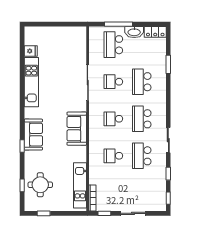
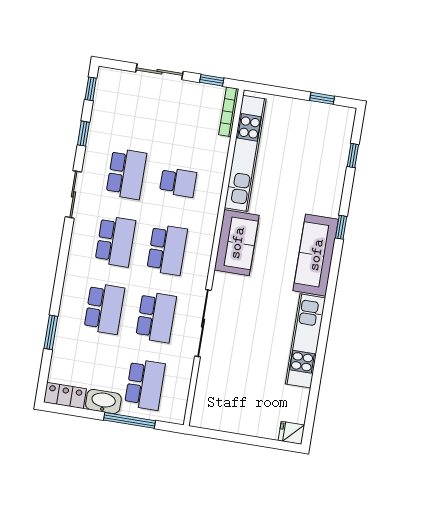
fridge: (31, 51) -> (291, 433), moved
school desk: (113, 82) -> (156, 317), width x1.85
school desk: (113, 119) -> (167, 250), width x1.85
sofa: (33, 135) -> (316, 255), width x1.36
round table: (40, 185) -> (320, 151), removed
kitchen unit: (80, 185) -> (245, 153), width x1.36

